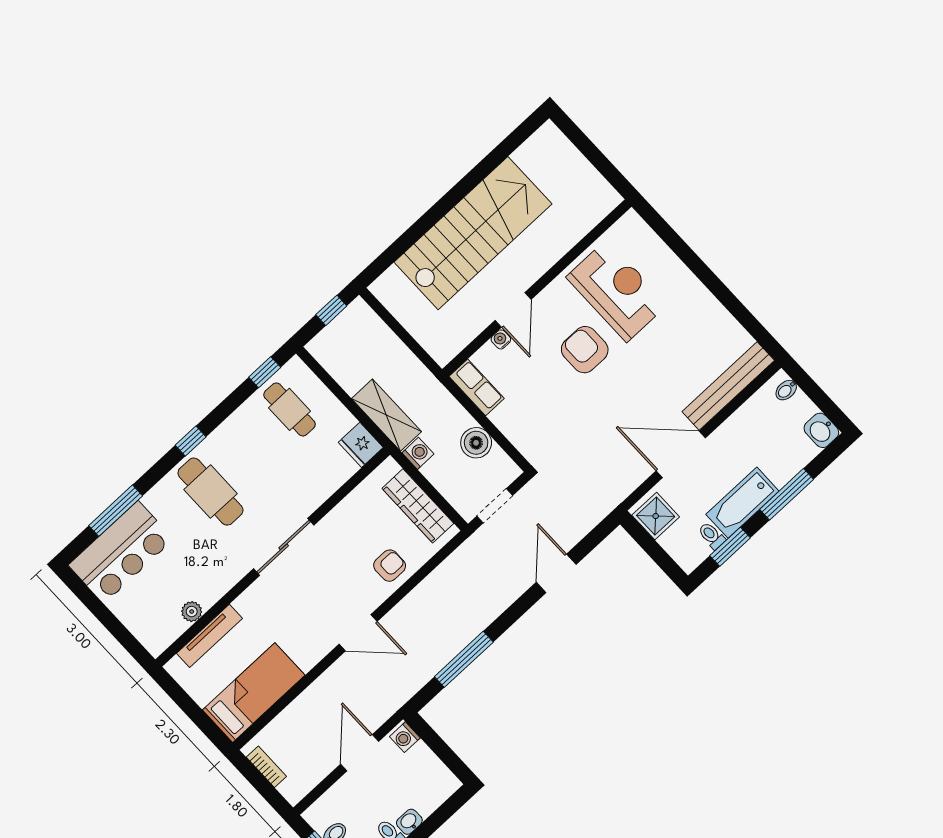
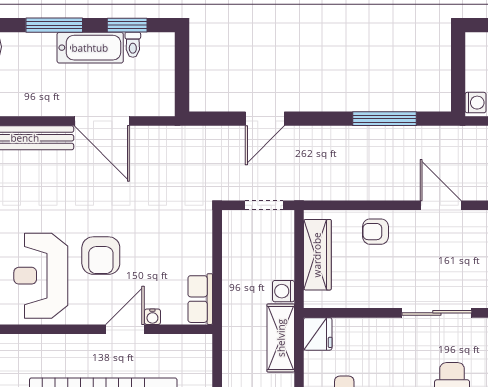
boiler: (476, 443) -> (236, 261), removed
shower: (656, 516) -> (159, 94), removed

